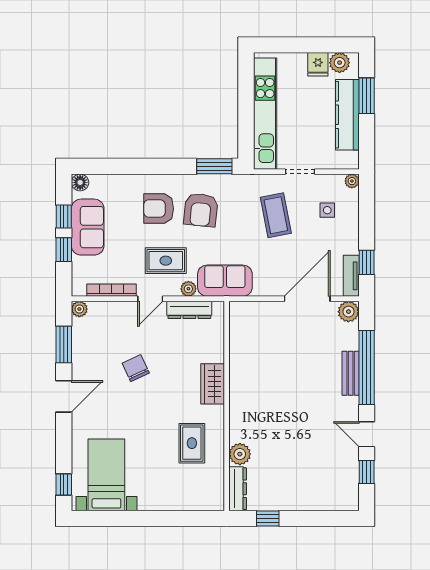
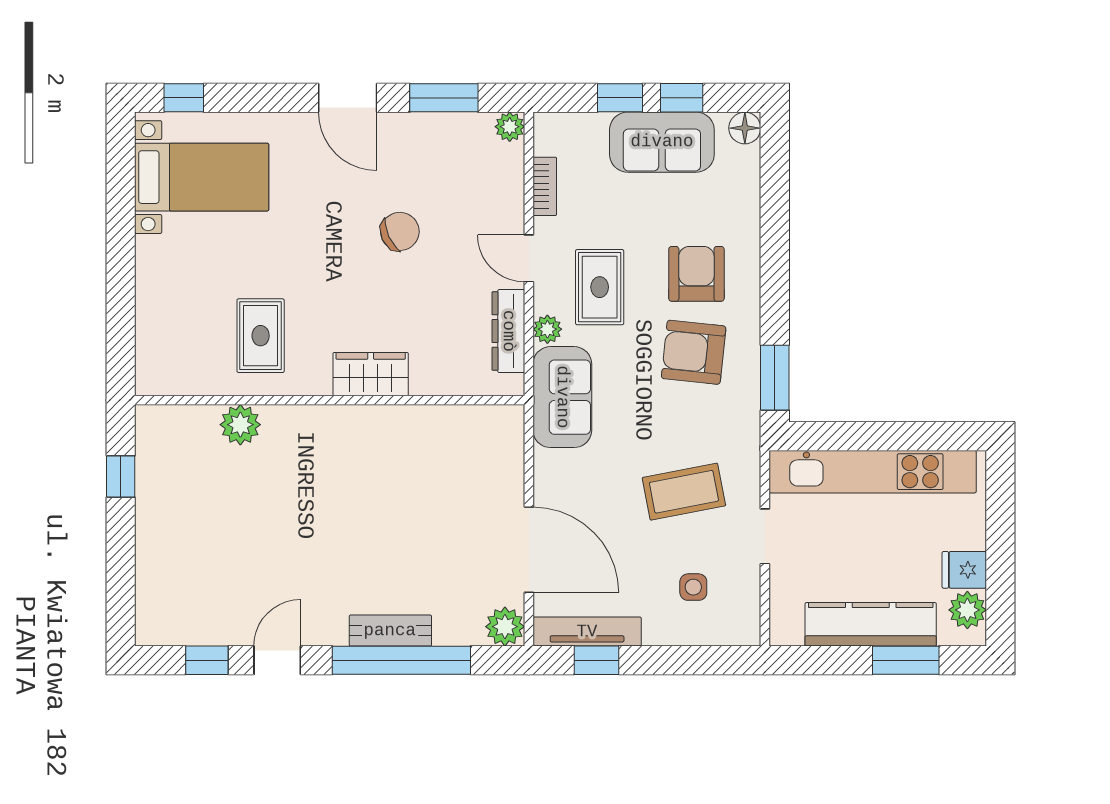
plant: (352, 181) -> (747, 633), removed
tv unit: (351, 276) -> (587, 632), width x1.41
bookcase: (111, 290) -> (545, 186), width x0.64
rug: (192, 443) -> (261, 336), turned 90
dresser: (238, 489) -> (176, 421), removed

